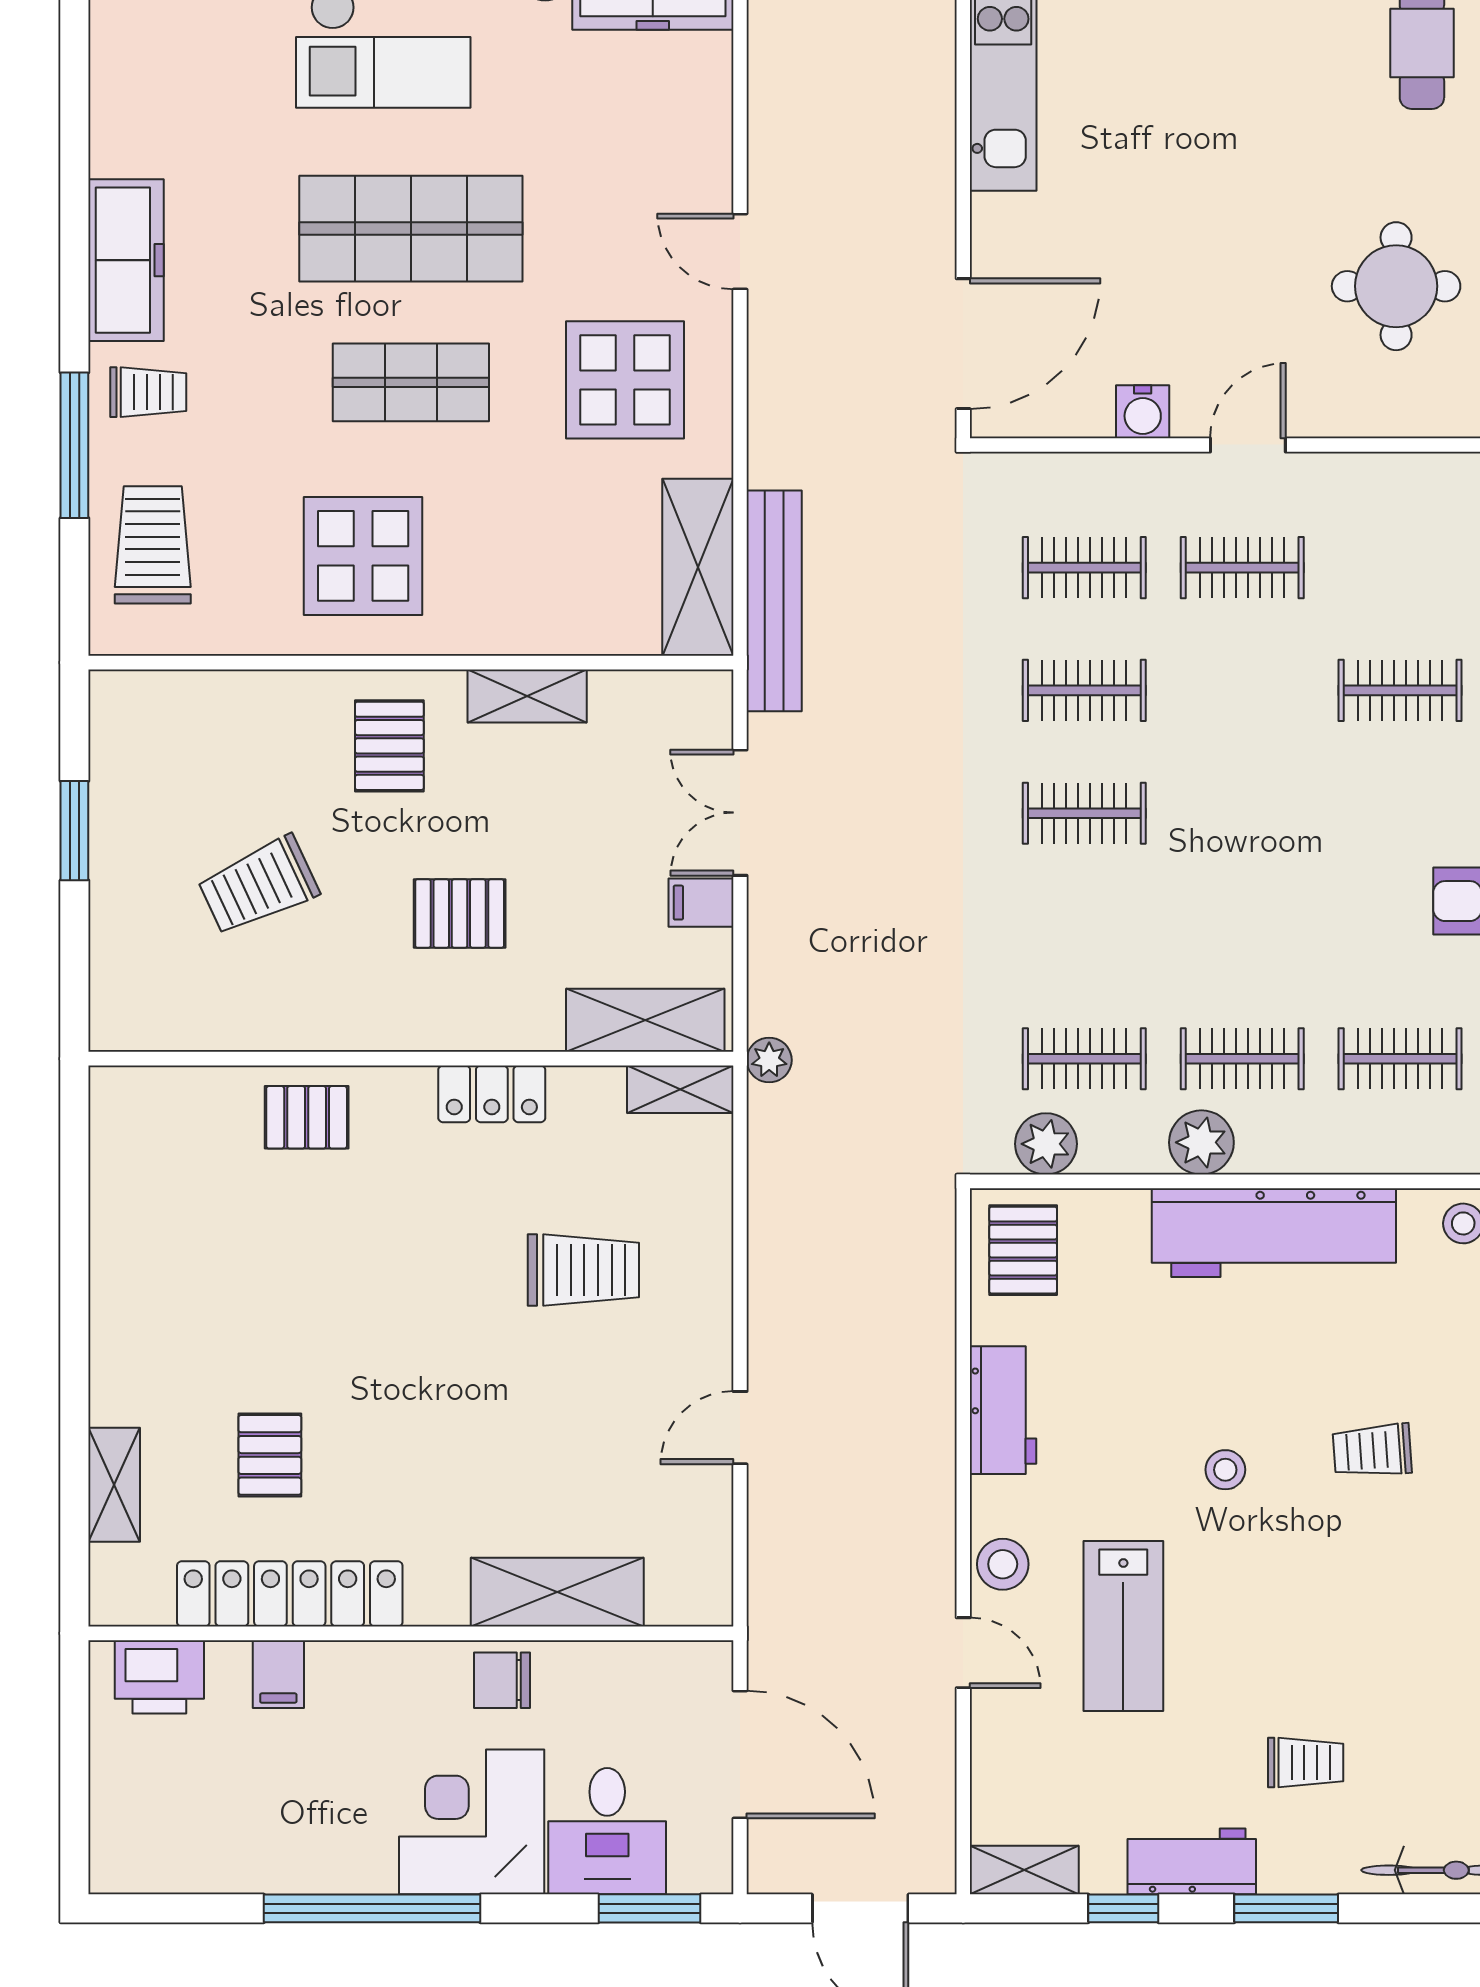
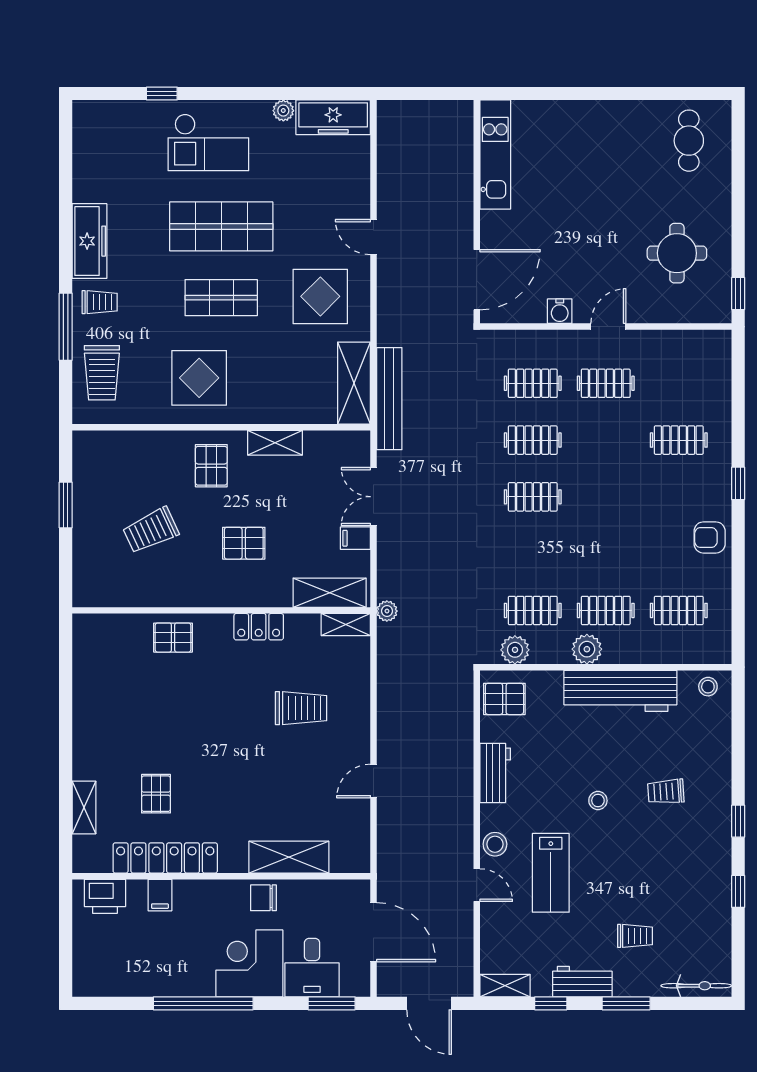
trolley: (153, 545) -> (102, 373), turned 180
pallet: (1023, 1250) -> (504, 699), turned 90

